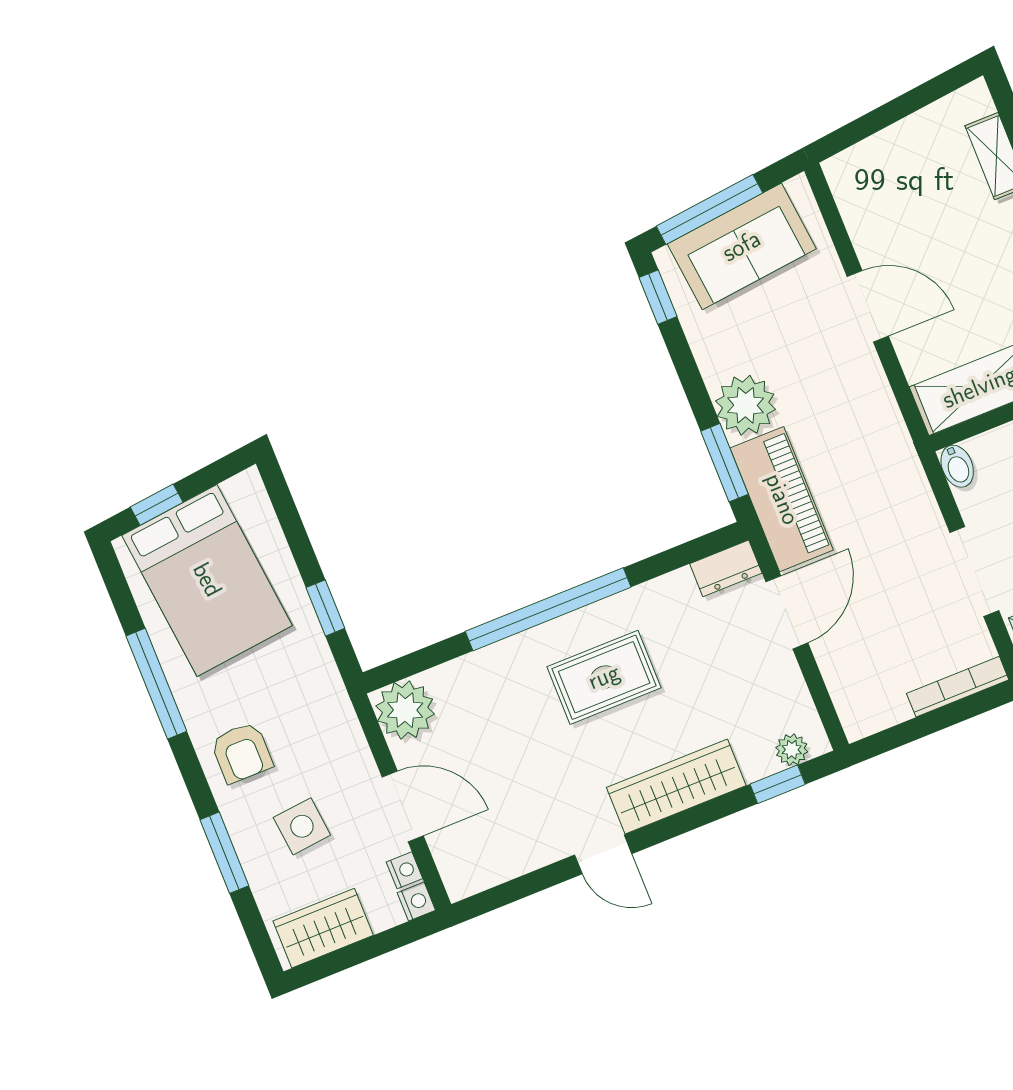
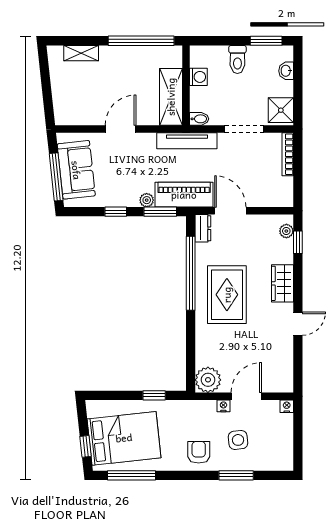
window: (658, 297) -> (116, 212), moved
plant: (746, 405) -> (147, 200), width x0.53, depth x0.53
tv unit: (900, 459) -> (187, 141), added
window: (548, 609) -> (191, 273), moved
rug: (604, 677) -> (227, 295), width x1.36, depth x1.43
window: (156, 684) -> (131, 475), moved
armchair: (242, 753) -> (199, 452), turned -90
wardrobe: (676, 786) -> (282, 283), width x0.67
nightstand: (405, 870) -> (223, 406), moved
wardrobe: (323, 928) -> (282, 448), removed

